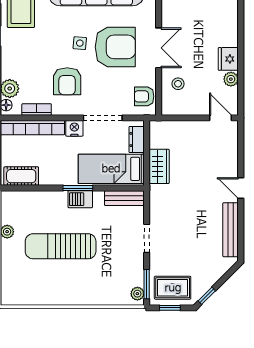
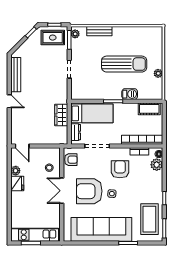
nightstand: (74, 128) -> (115, 139), removed
bench: (124, 198) -> (99, 31), moved
barbecue: (80, 199) -> (130, 94), moved

